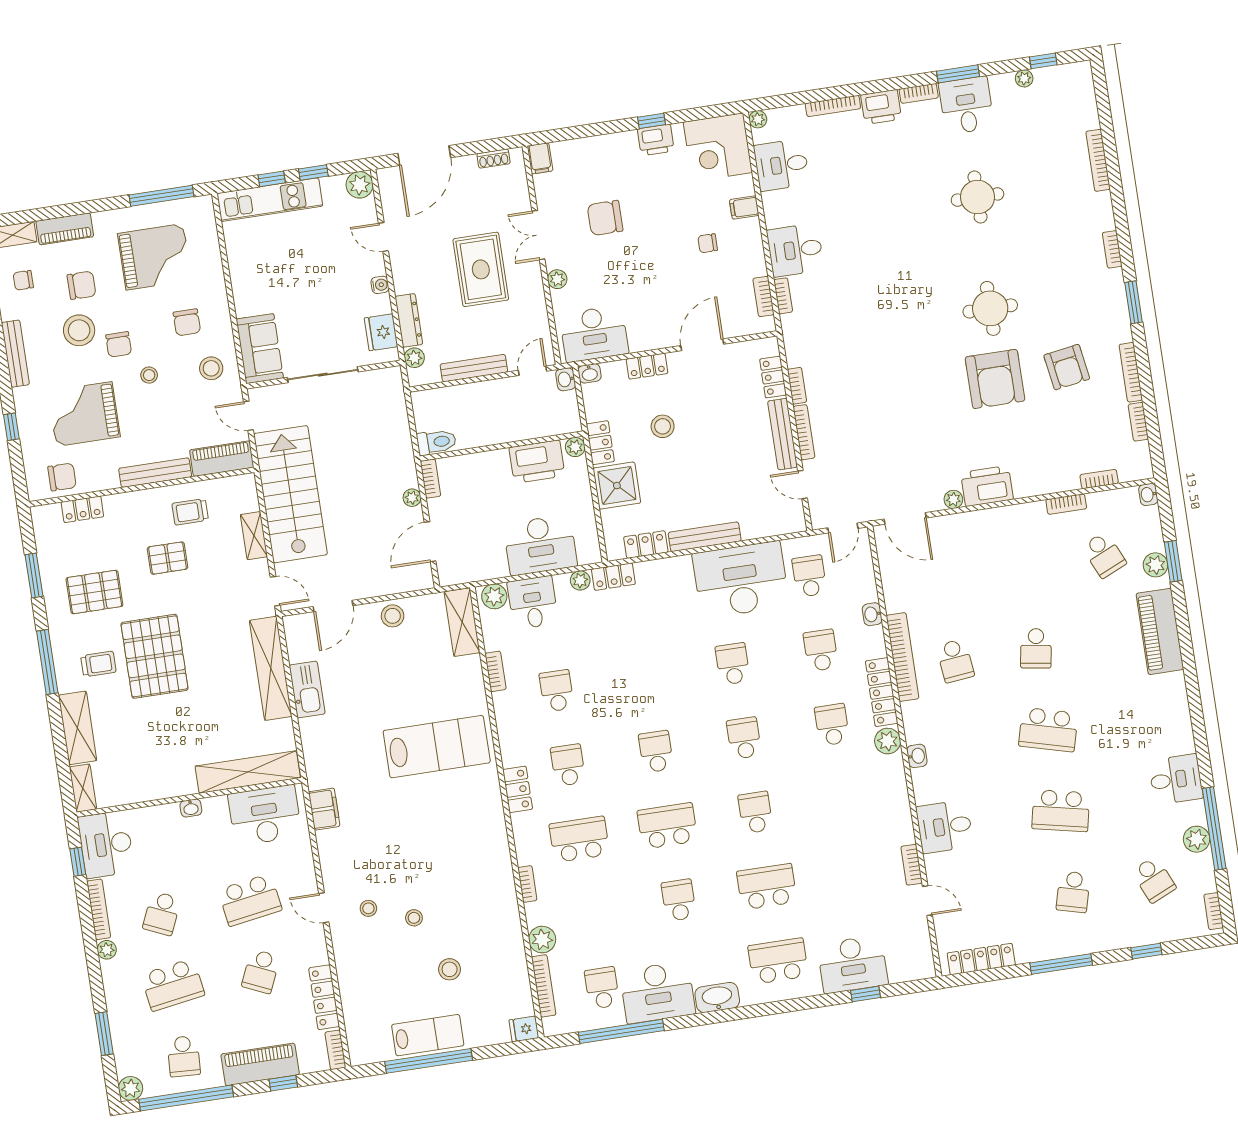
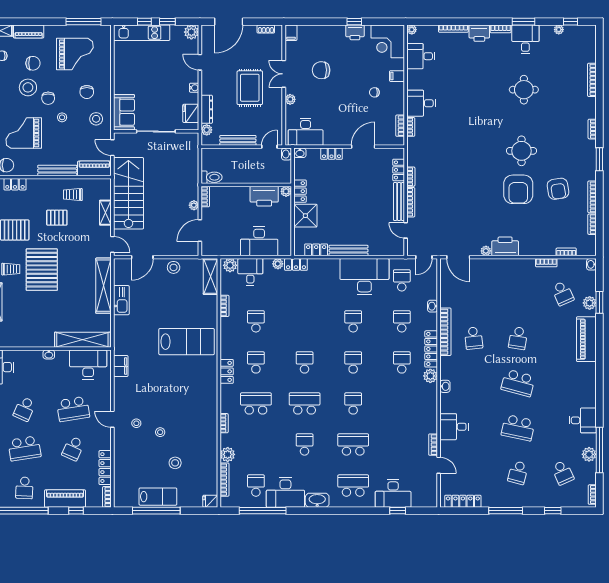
stool: (663, 426) -> (335, 187), removed

